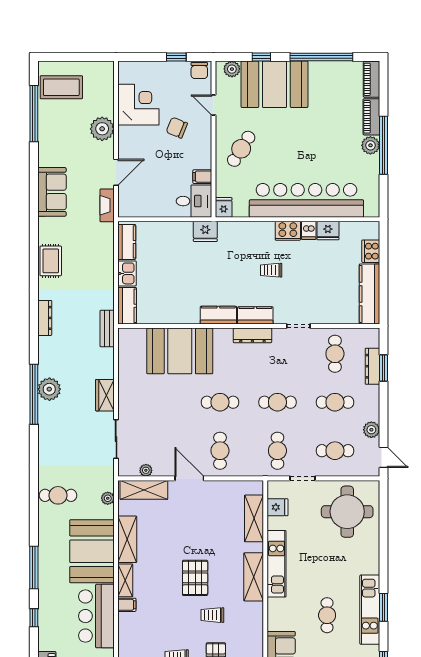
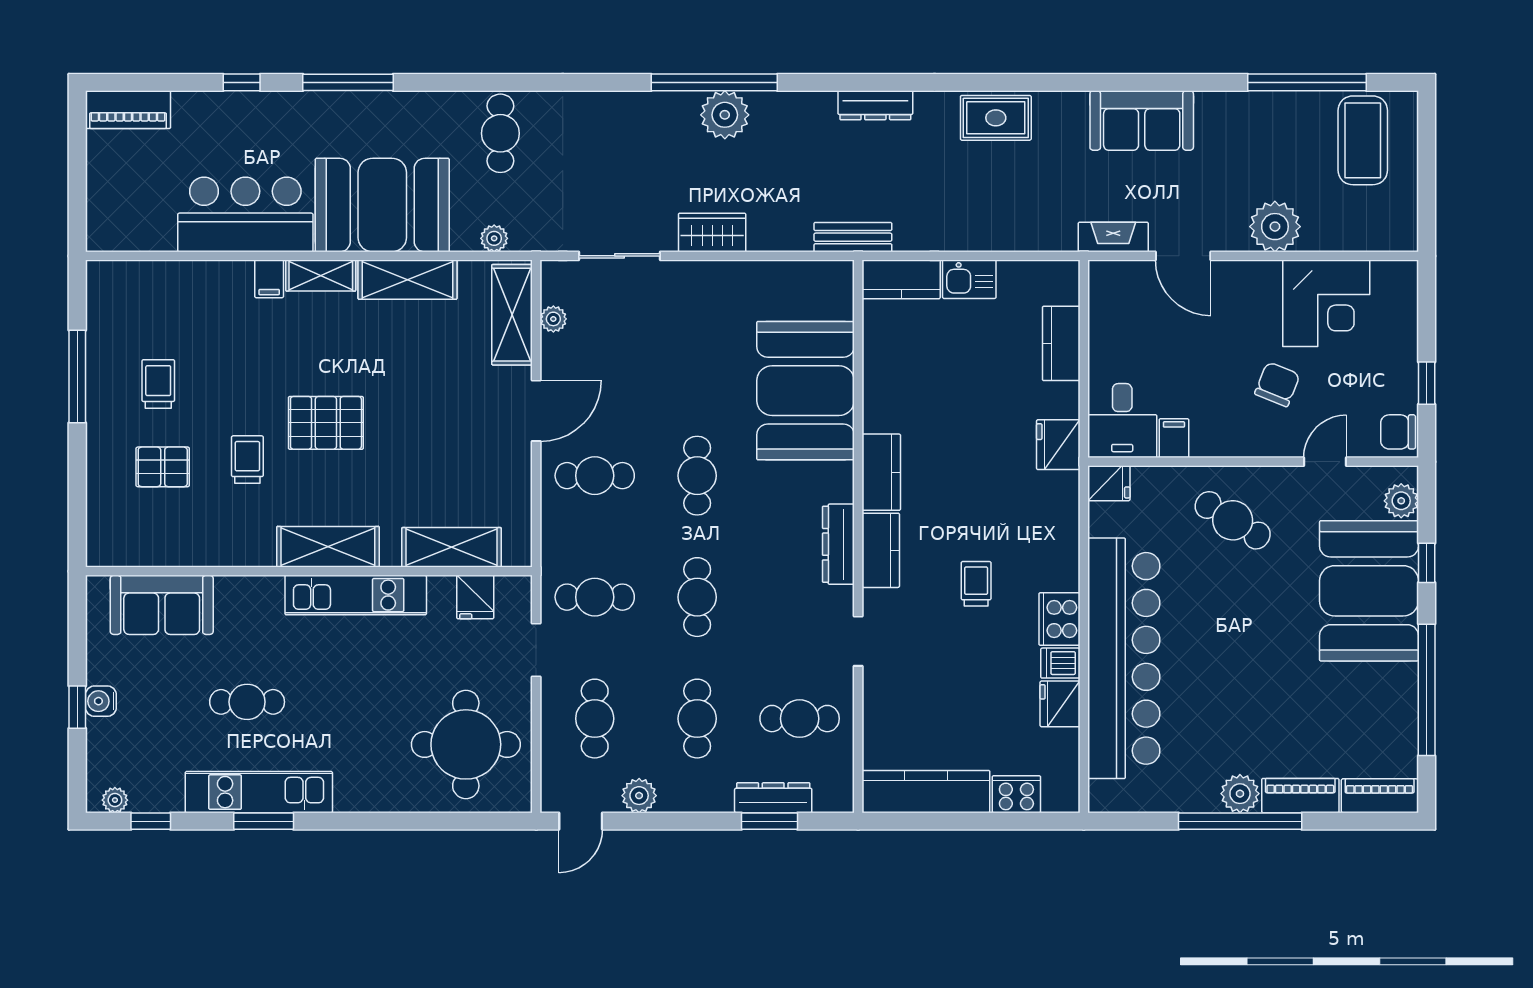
kitchen counter: (127, 242) -> (1061, 343), moved, turned 90

